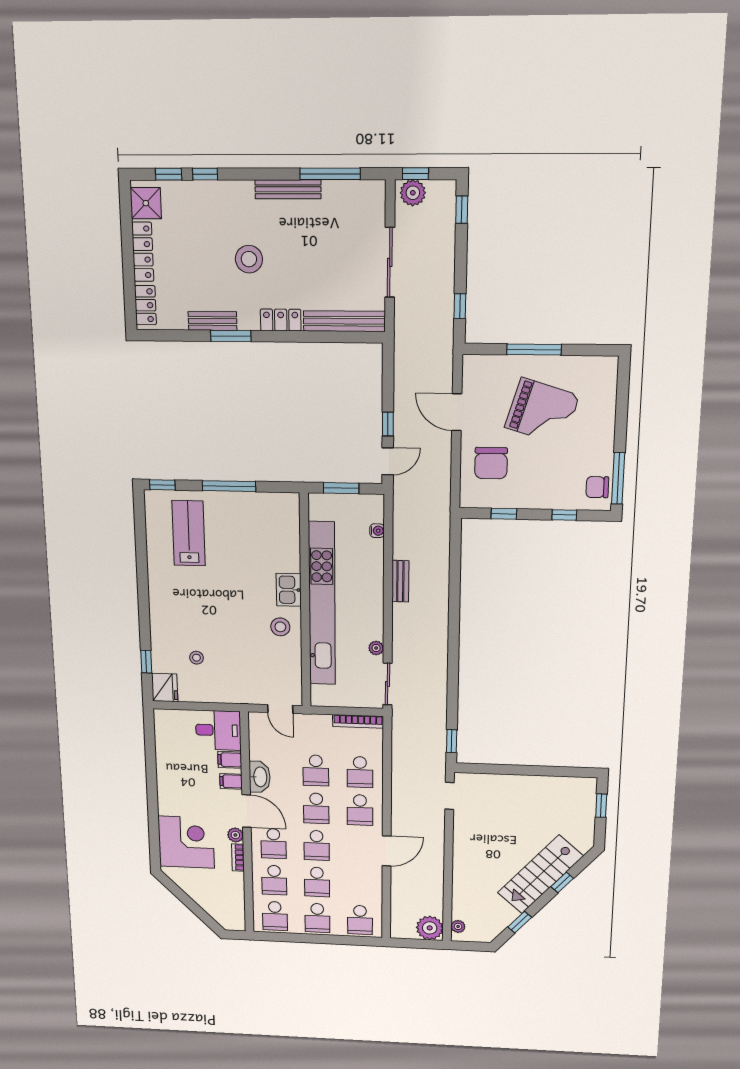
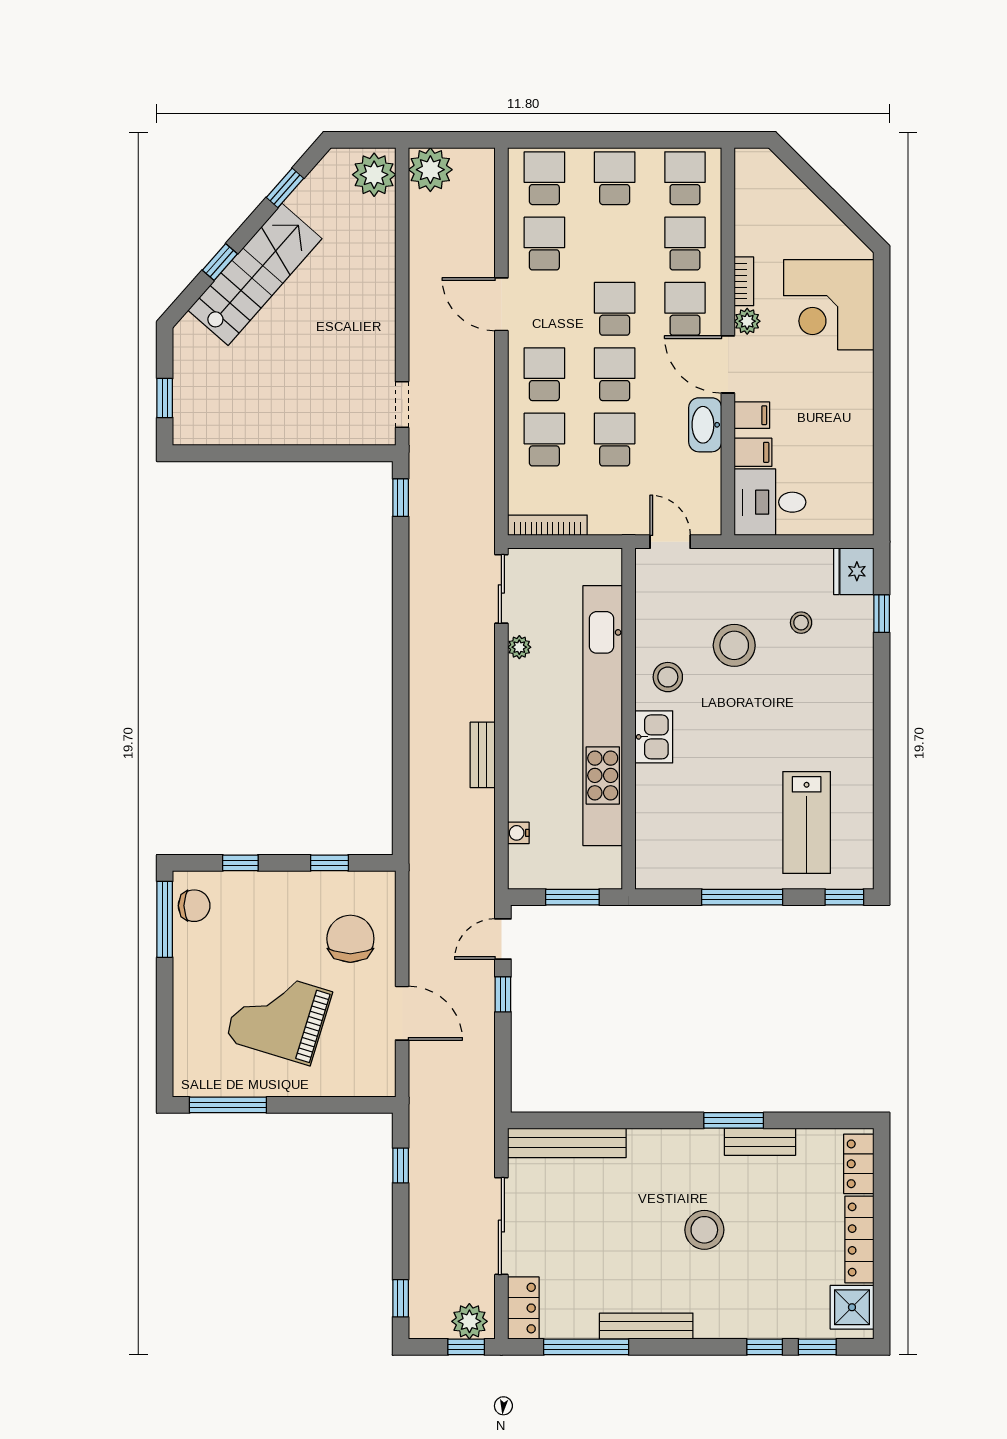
locker: (281, 320) -> (523, 1308), moved, turned -90
window: (534, 350) -> (228, 1105), moved
stool: (238, 645) -> (734, 645), added
door: (387, 851) -> (501, 304), hinge flipped
school desk: (317, 882) -> (544, 244), moved
plant: (458, 926) -> (374, 175), width x1.88, depth x1.88

